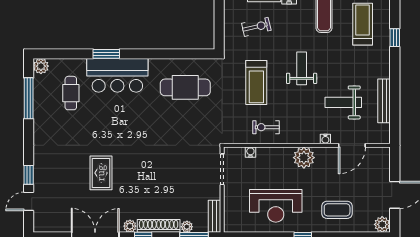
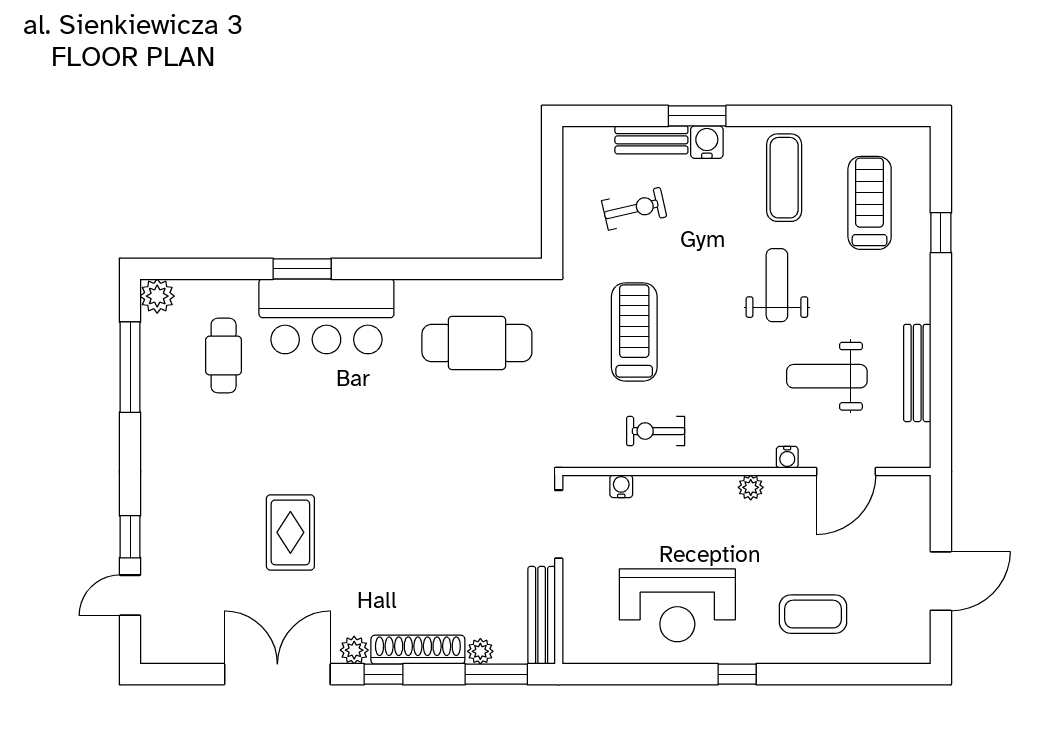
weight bench: (302, 68) -> (777, 285), moved
treadmill: (256, 82) -> (634, 332), turned 180
plant: (304, 158) -> (751, 487), width x0.53, depth x0.53
bench: (215, 216) -> (542, 615), width x1.36
plant: (382, 224) -> (913, 646), removed

